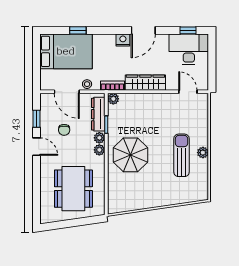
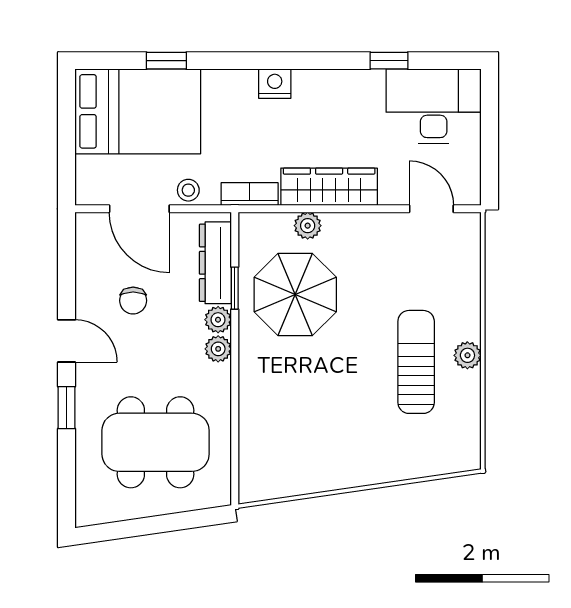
door: (143, 30) -> (324, 61), removed
window: (188, 30) -> (389, 61), moved
plant: (113, 99) -> (308, 226), moved
window: (37, 119) -> (67, 408), moved
parasol: (130, 155) -> (295, 294), moved
dining table: (73, 189) -> (156, 442), turned 90

